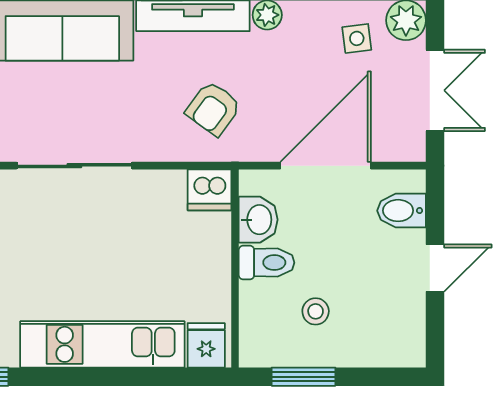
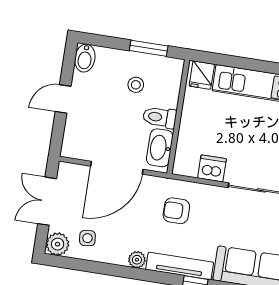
armchair: (213, 108) -> (176, 211), turned -126
dishwasher: (209, 190) -> (212, 168), moved
bidet: (401, 211) -> (85, 58), moved, turned 90
washbasin: (258, 220) -> (160, 148), width x1.38

